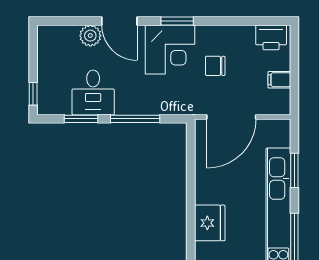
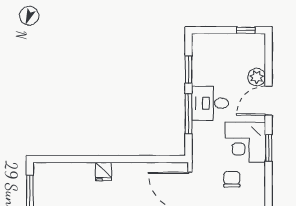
desk: (93, 92) -> (210, 103), moved
window: (33, 94) -> (246, 30), moved
fridge: (210, 223) -> (103, 172), width x0.53, depth x0.75

